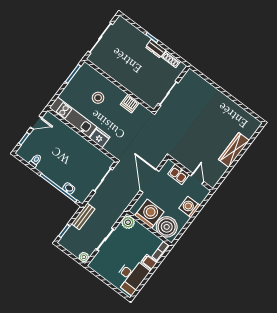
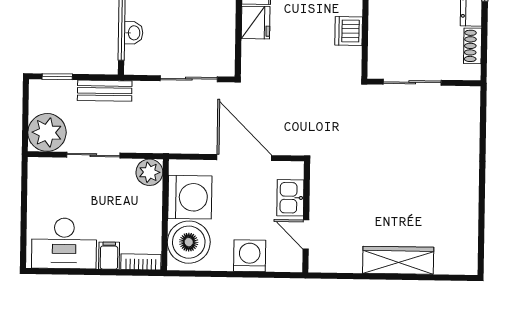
door: (197, 179) -> (306, 234), swing flipped
door: (149, 181) -> (244, 158), hinge flipped
plant: (84, 257) -> (47, 132), width x1.88, depth x1.88

